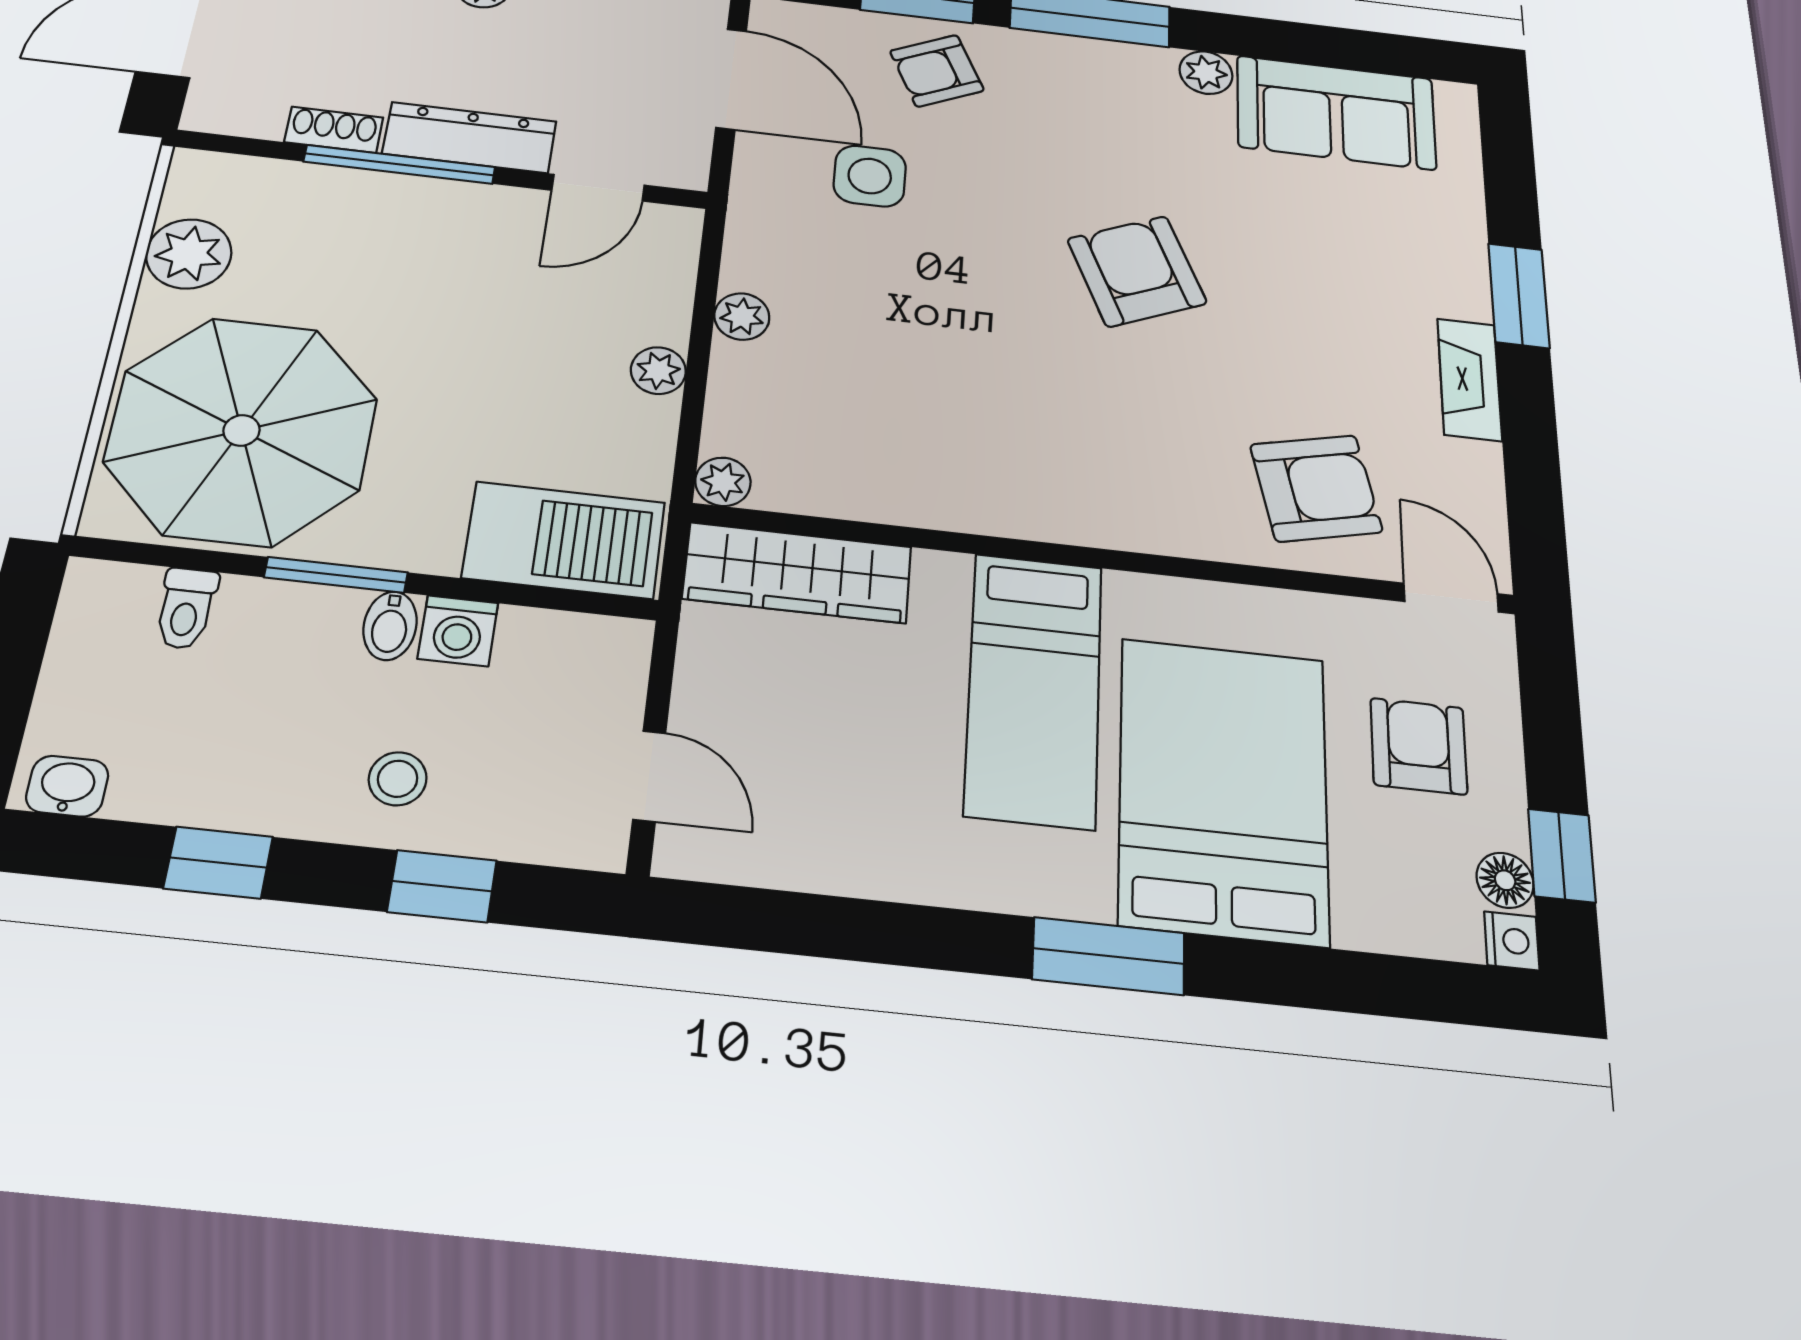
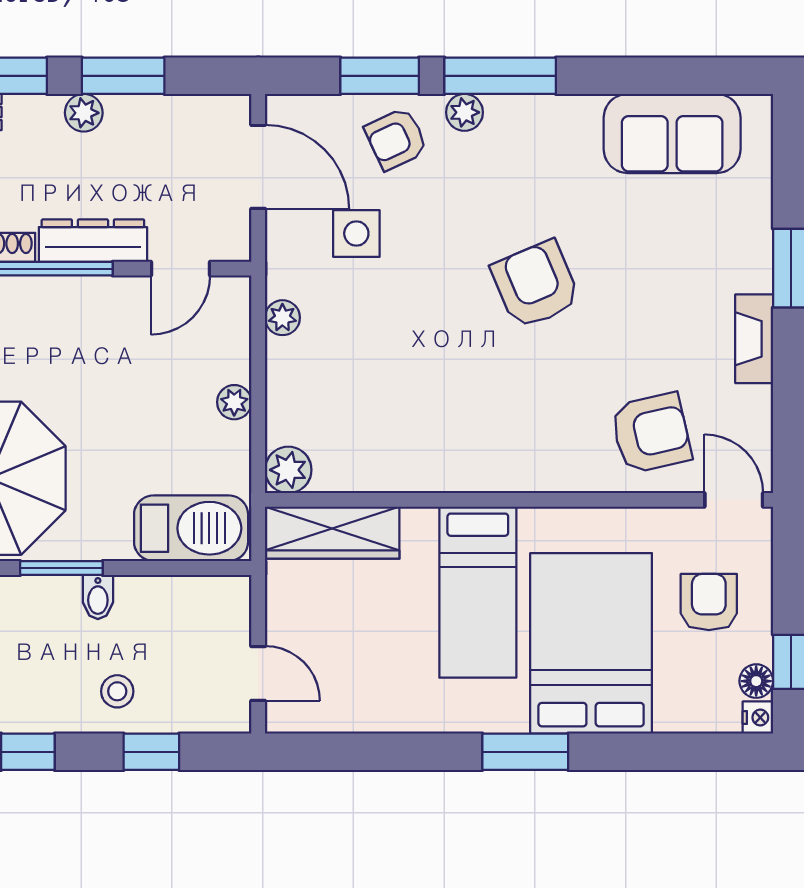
plant: (1206, 73) -> (465, 112), moved
plant: (742, 317) -> (282, 318), moved
plant: (723, 482) -> (288, 470), width x1.38, depth x1.38
washing machine: (458, 631) -> (137, 595), removed

